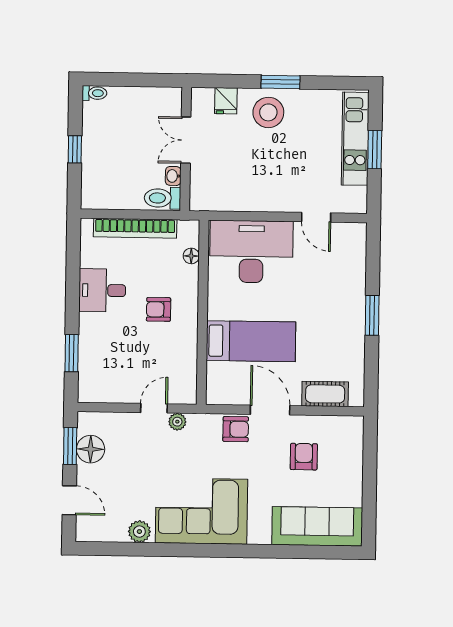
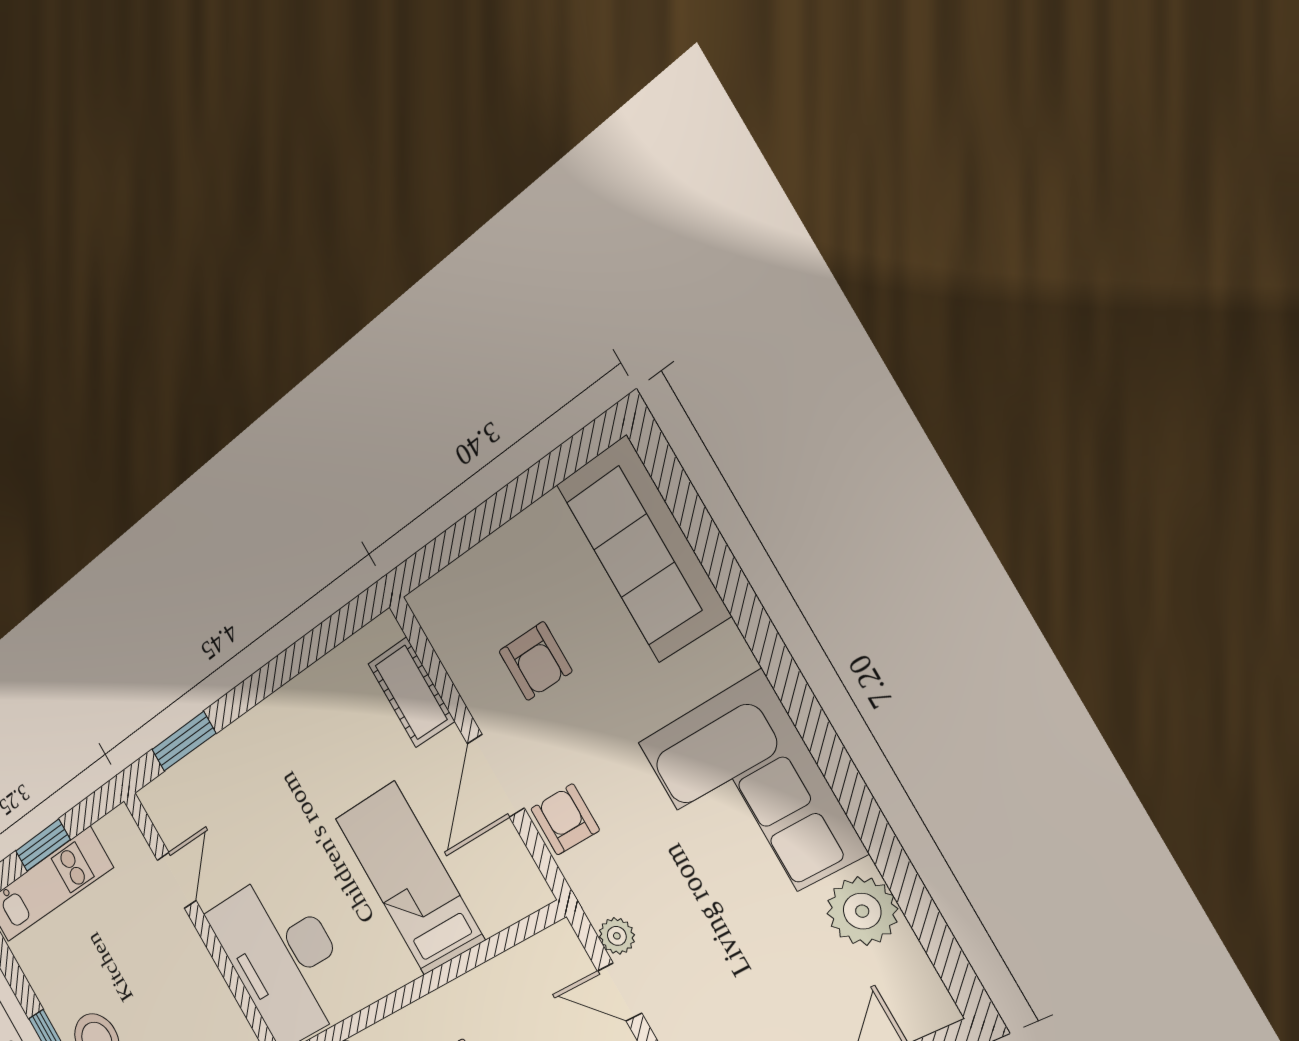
window: (372, 315) -> (184, 741), moved
armchair: (304, 457) -> (535, 661), turned -90
plant: (139, 532) -> (862, 911), width x1.36, depth x1.36

